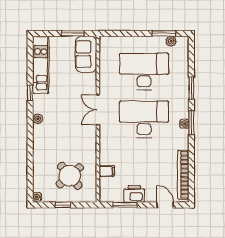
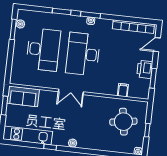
desk: (144, 72) -> (43, 50), turned 180
round table: (70, 176) -> (123, 122), turned 31

